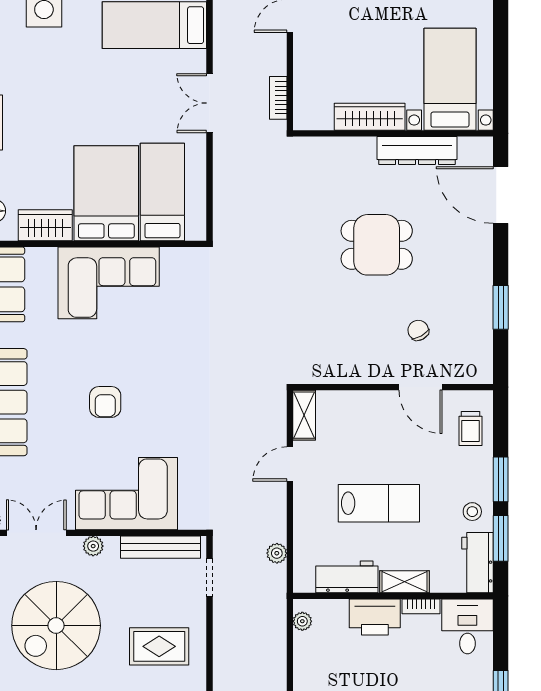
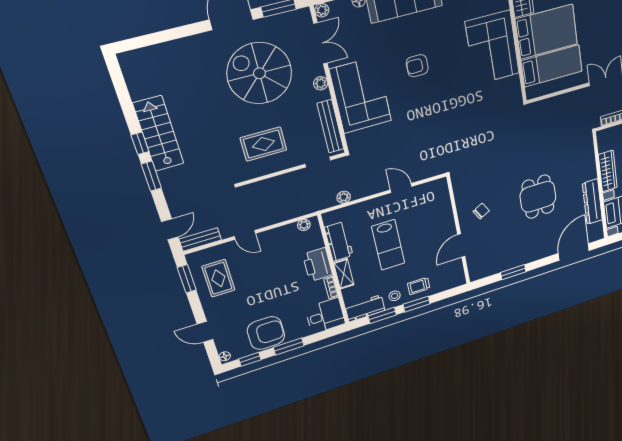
chair: (418, 330) -> (481, 211), moved
shelving: (304, 415) -> (433, 187), removed
trolley: (470, 429) -> (419, 286), moved
rug: (159, 646) -> (263, 144), turned 90

